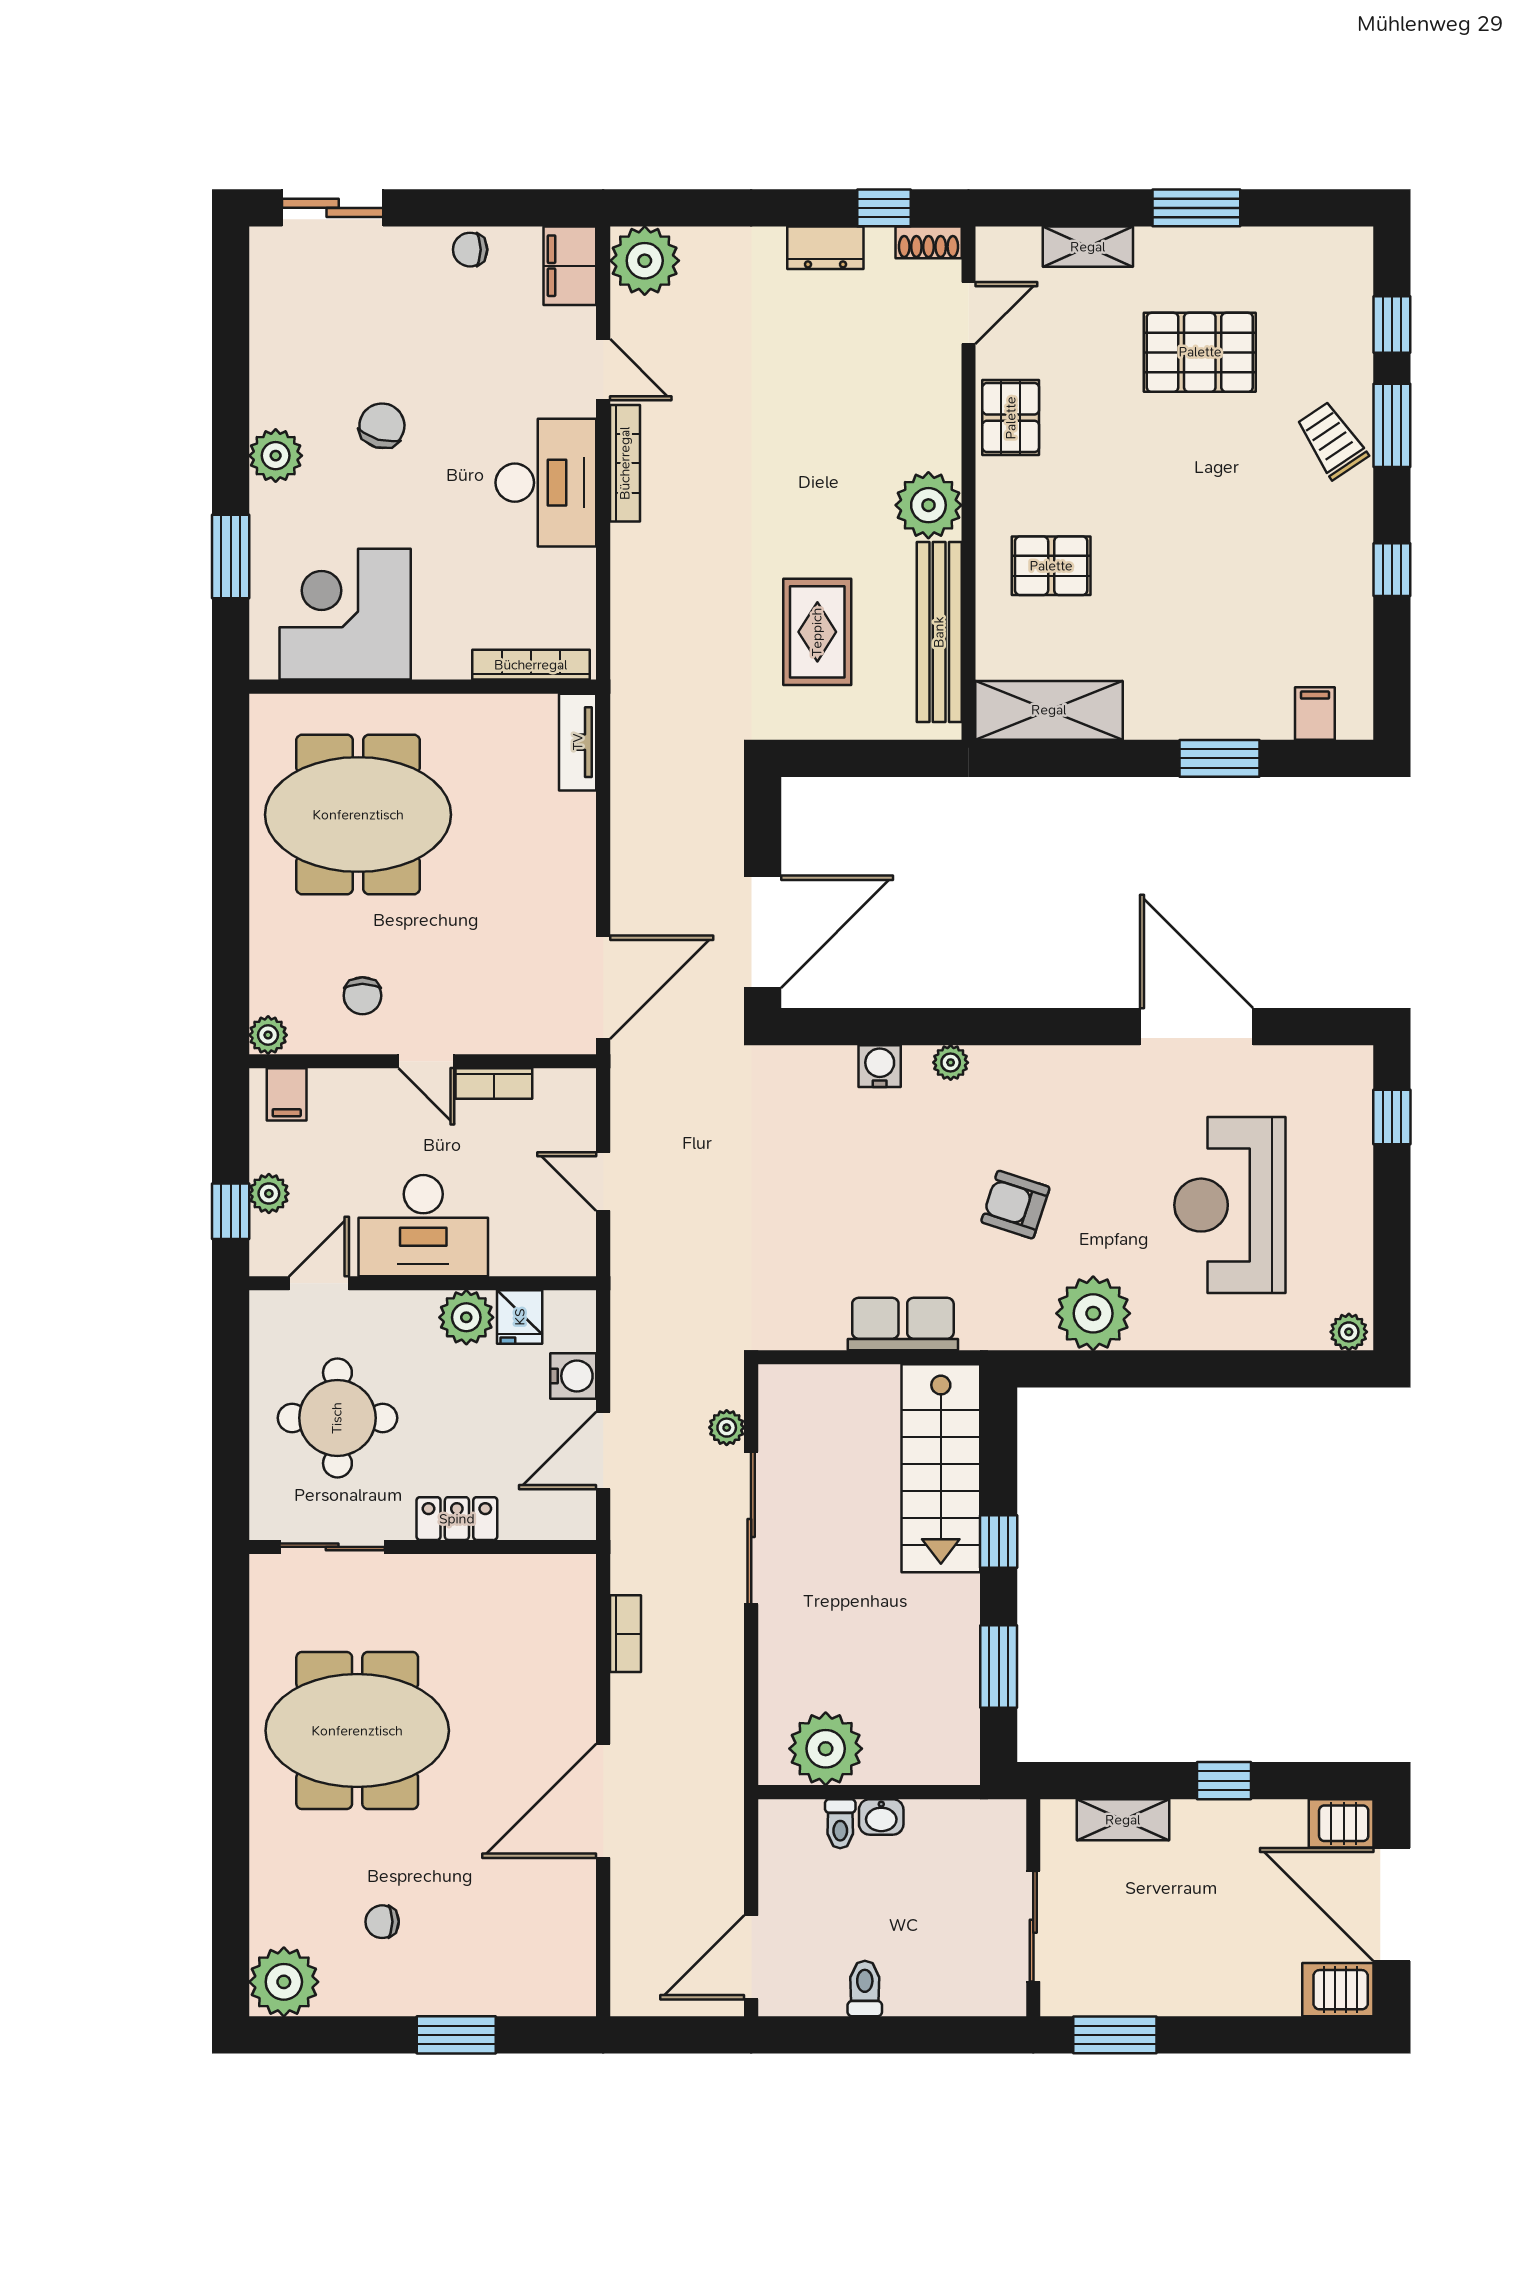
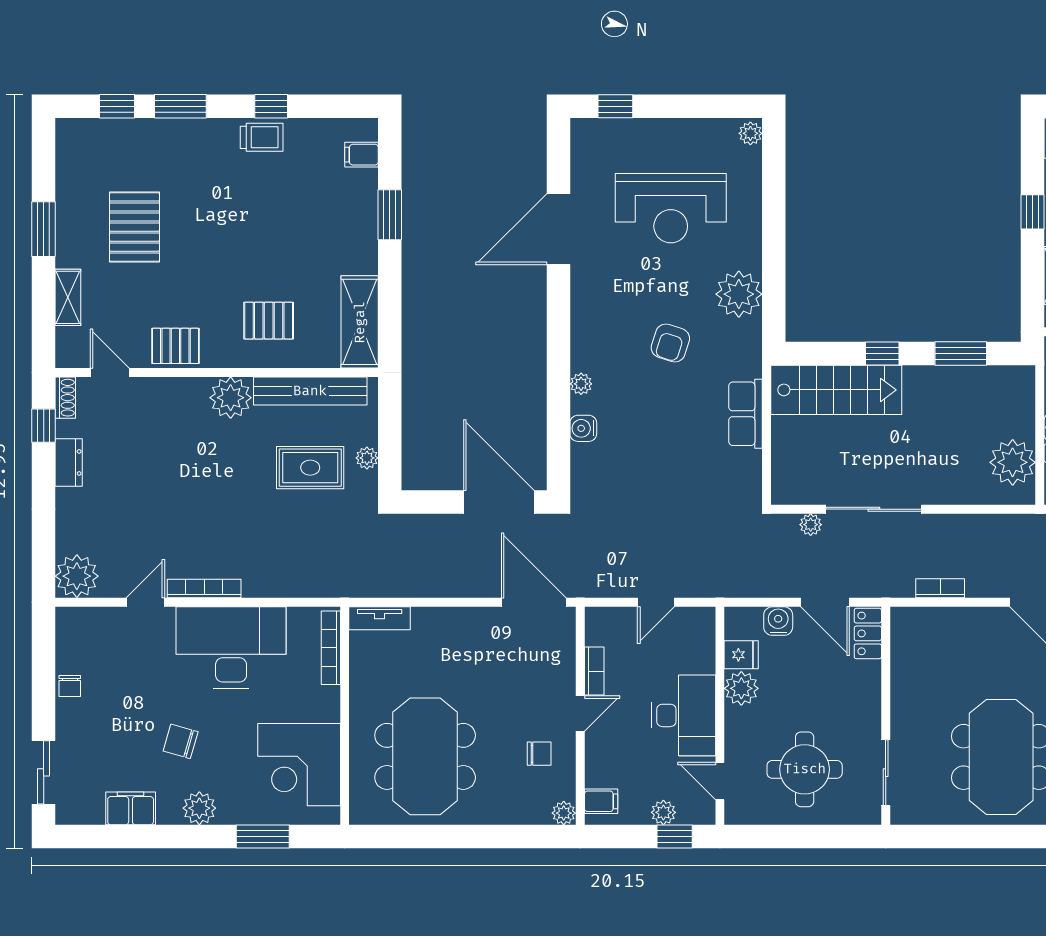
filing cabinet: (570, 266) -> (131, 808), moved, turned 180
trolley: (1332, 440) -> (262, 137), moved, turned -146
desk: (546, 483) -> (231, 648), width x1.36, depth x1.30
pallet: (1051, 566) -> (269, 321), turned 90
plant: (833, 722) -> (367, 458), added
locker: (457, 1519) -> (868, 633), moved

